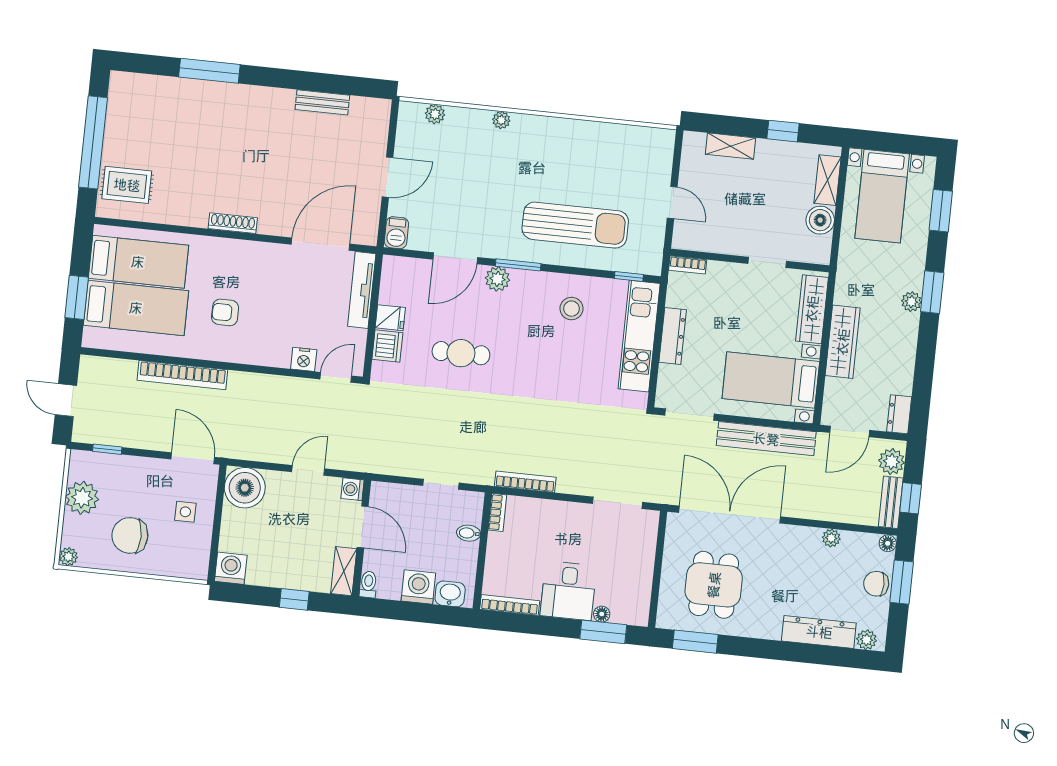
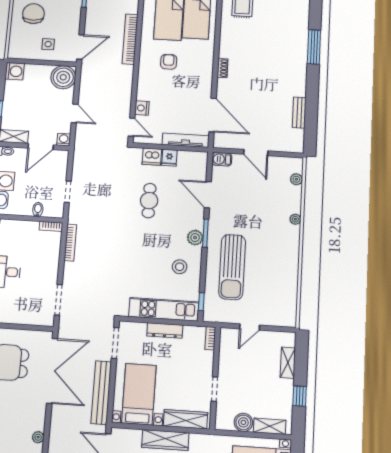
shoe rack: (233, 223) -> (222, 68), width x0.70
plant: (498, 279) -> (195, 238), moved

